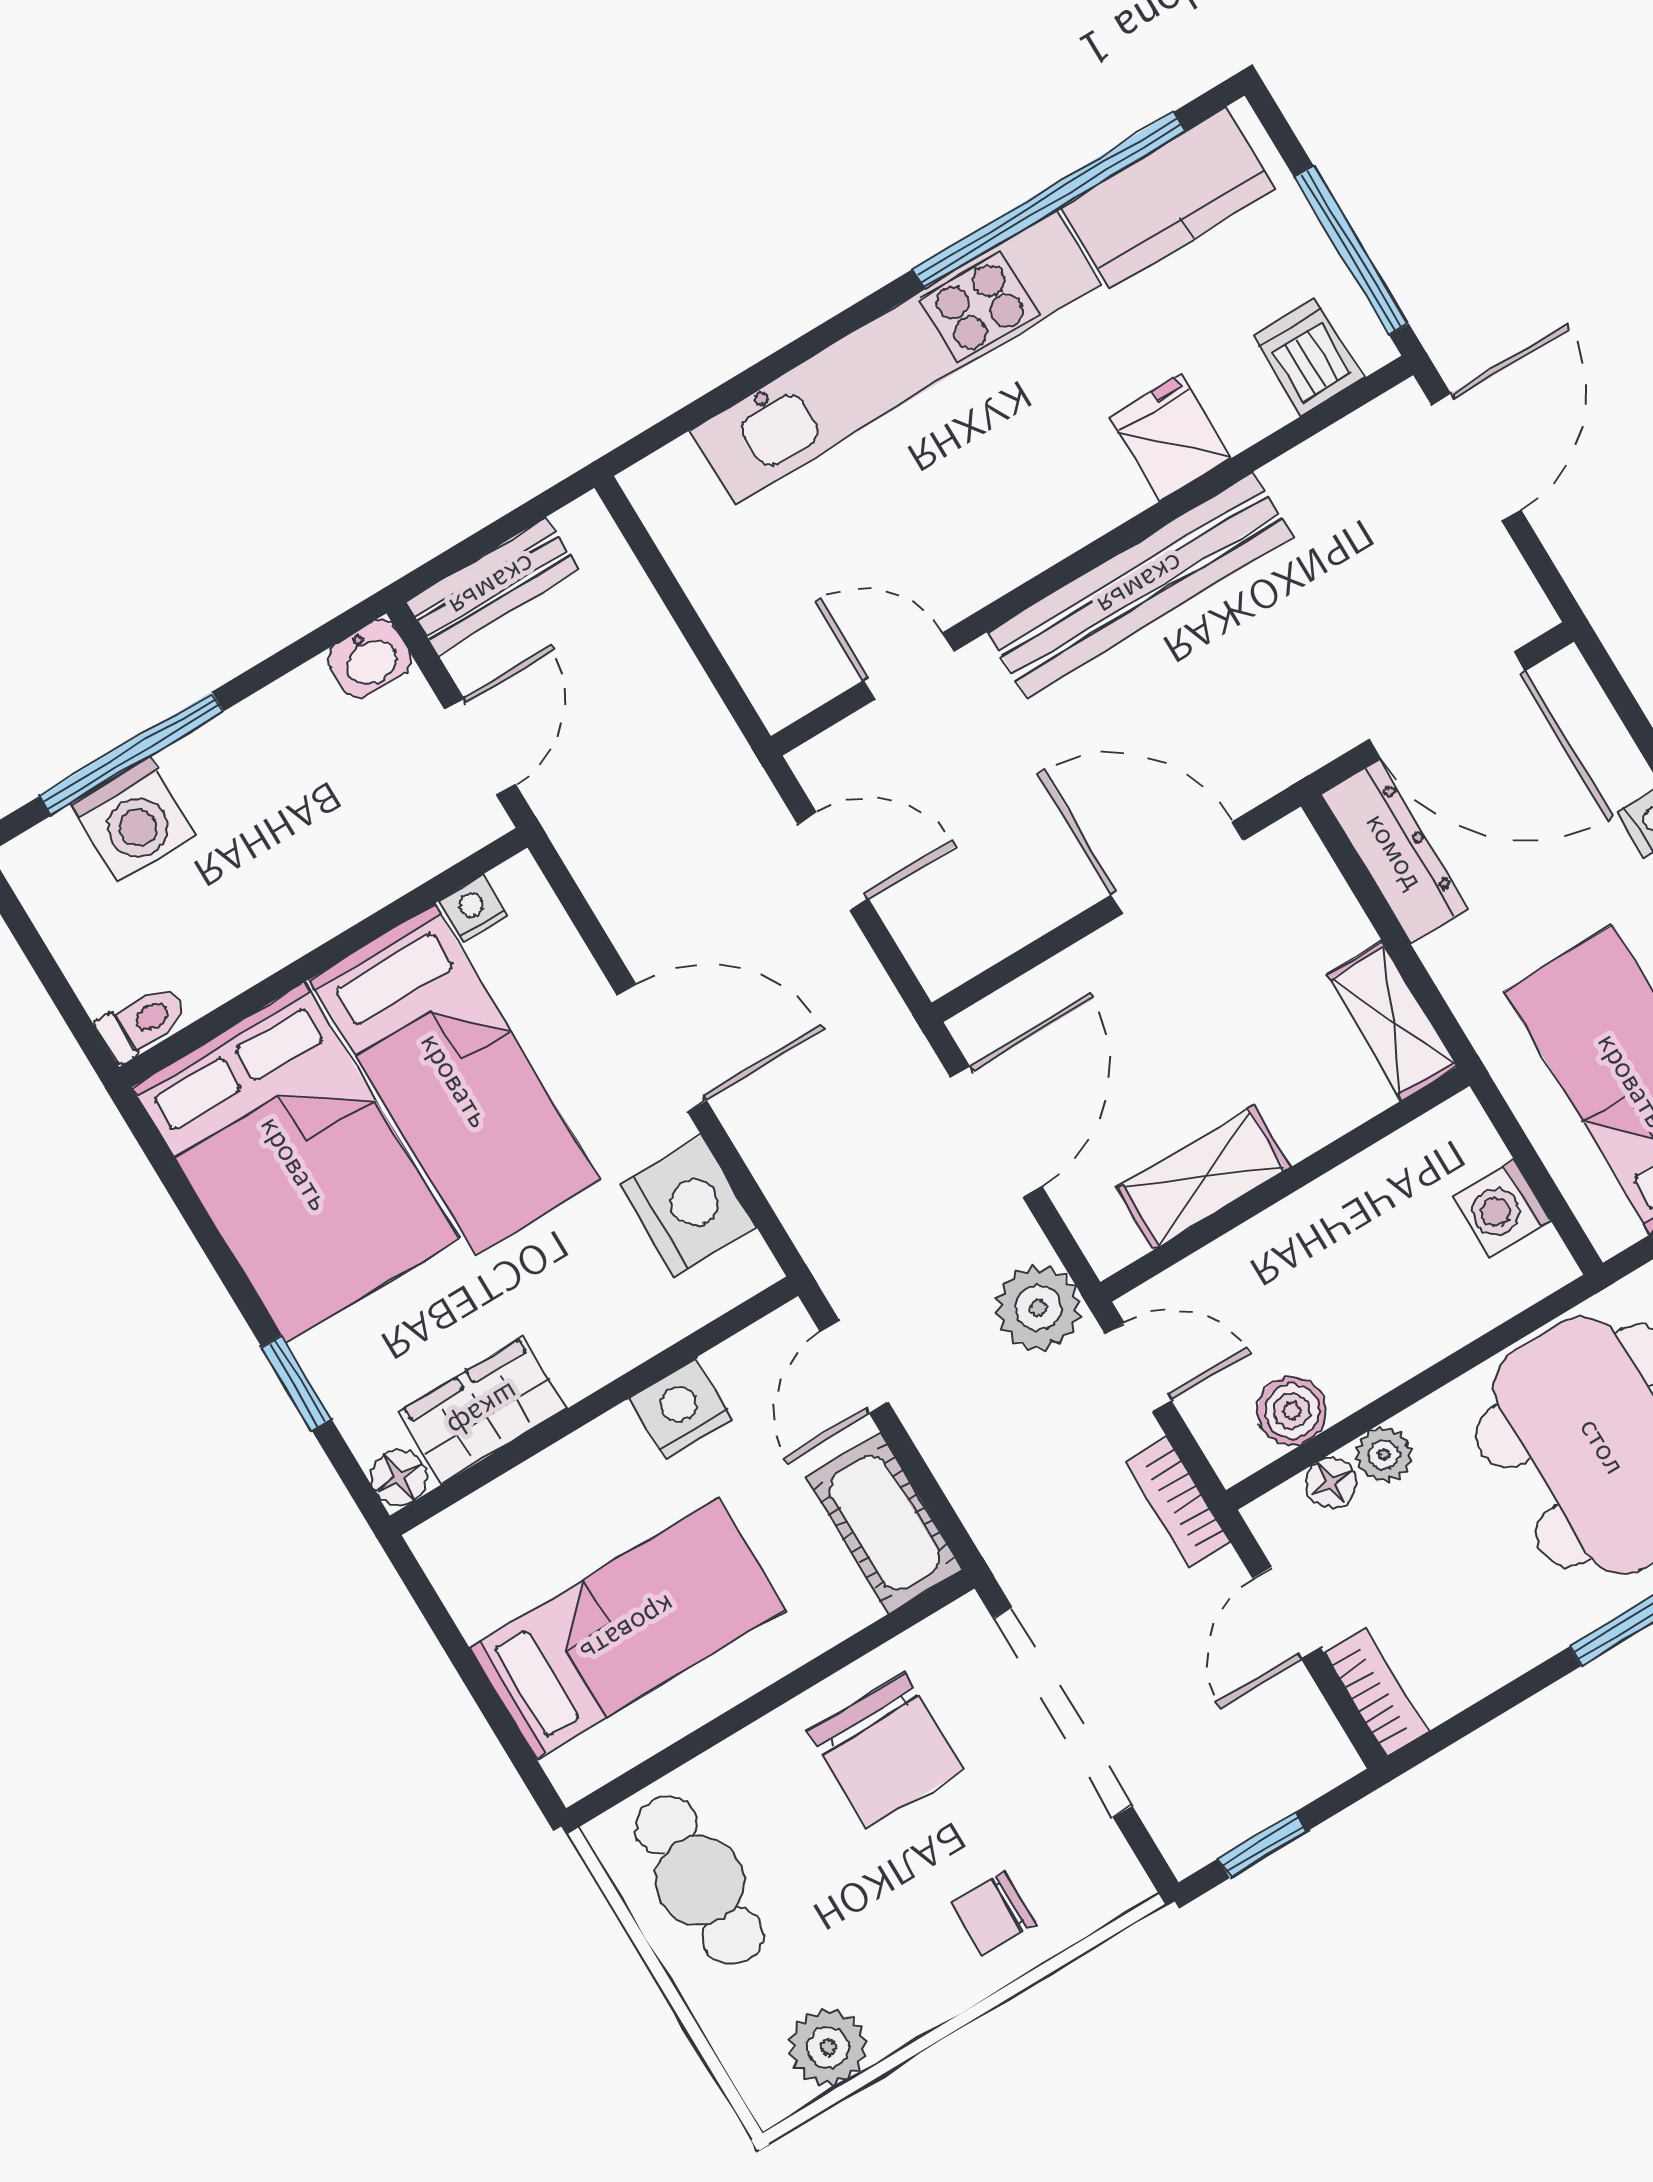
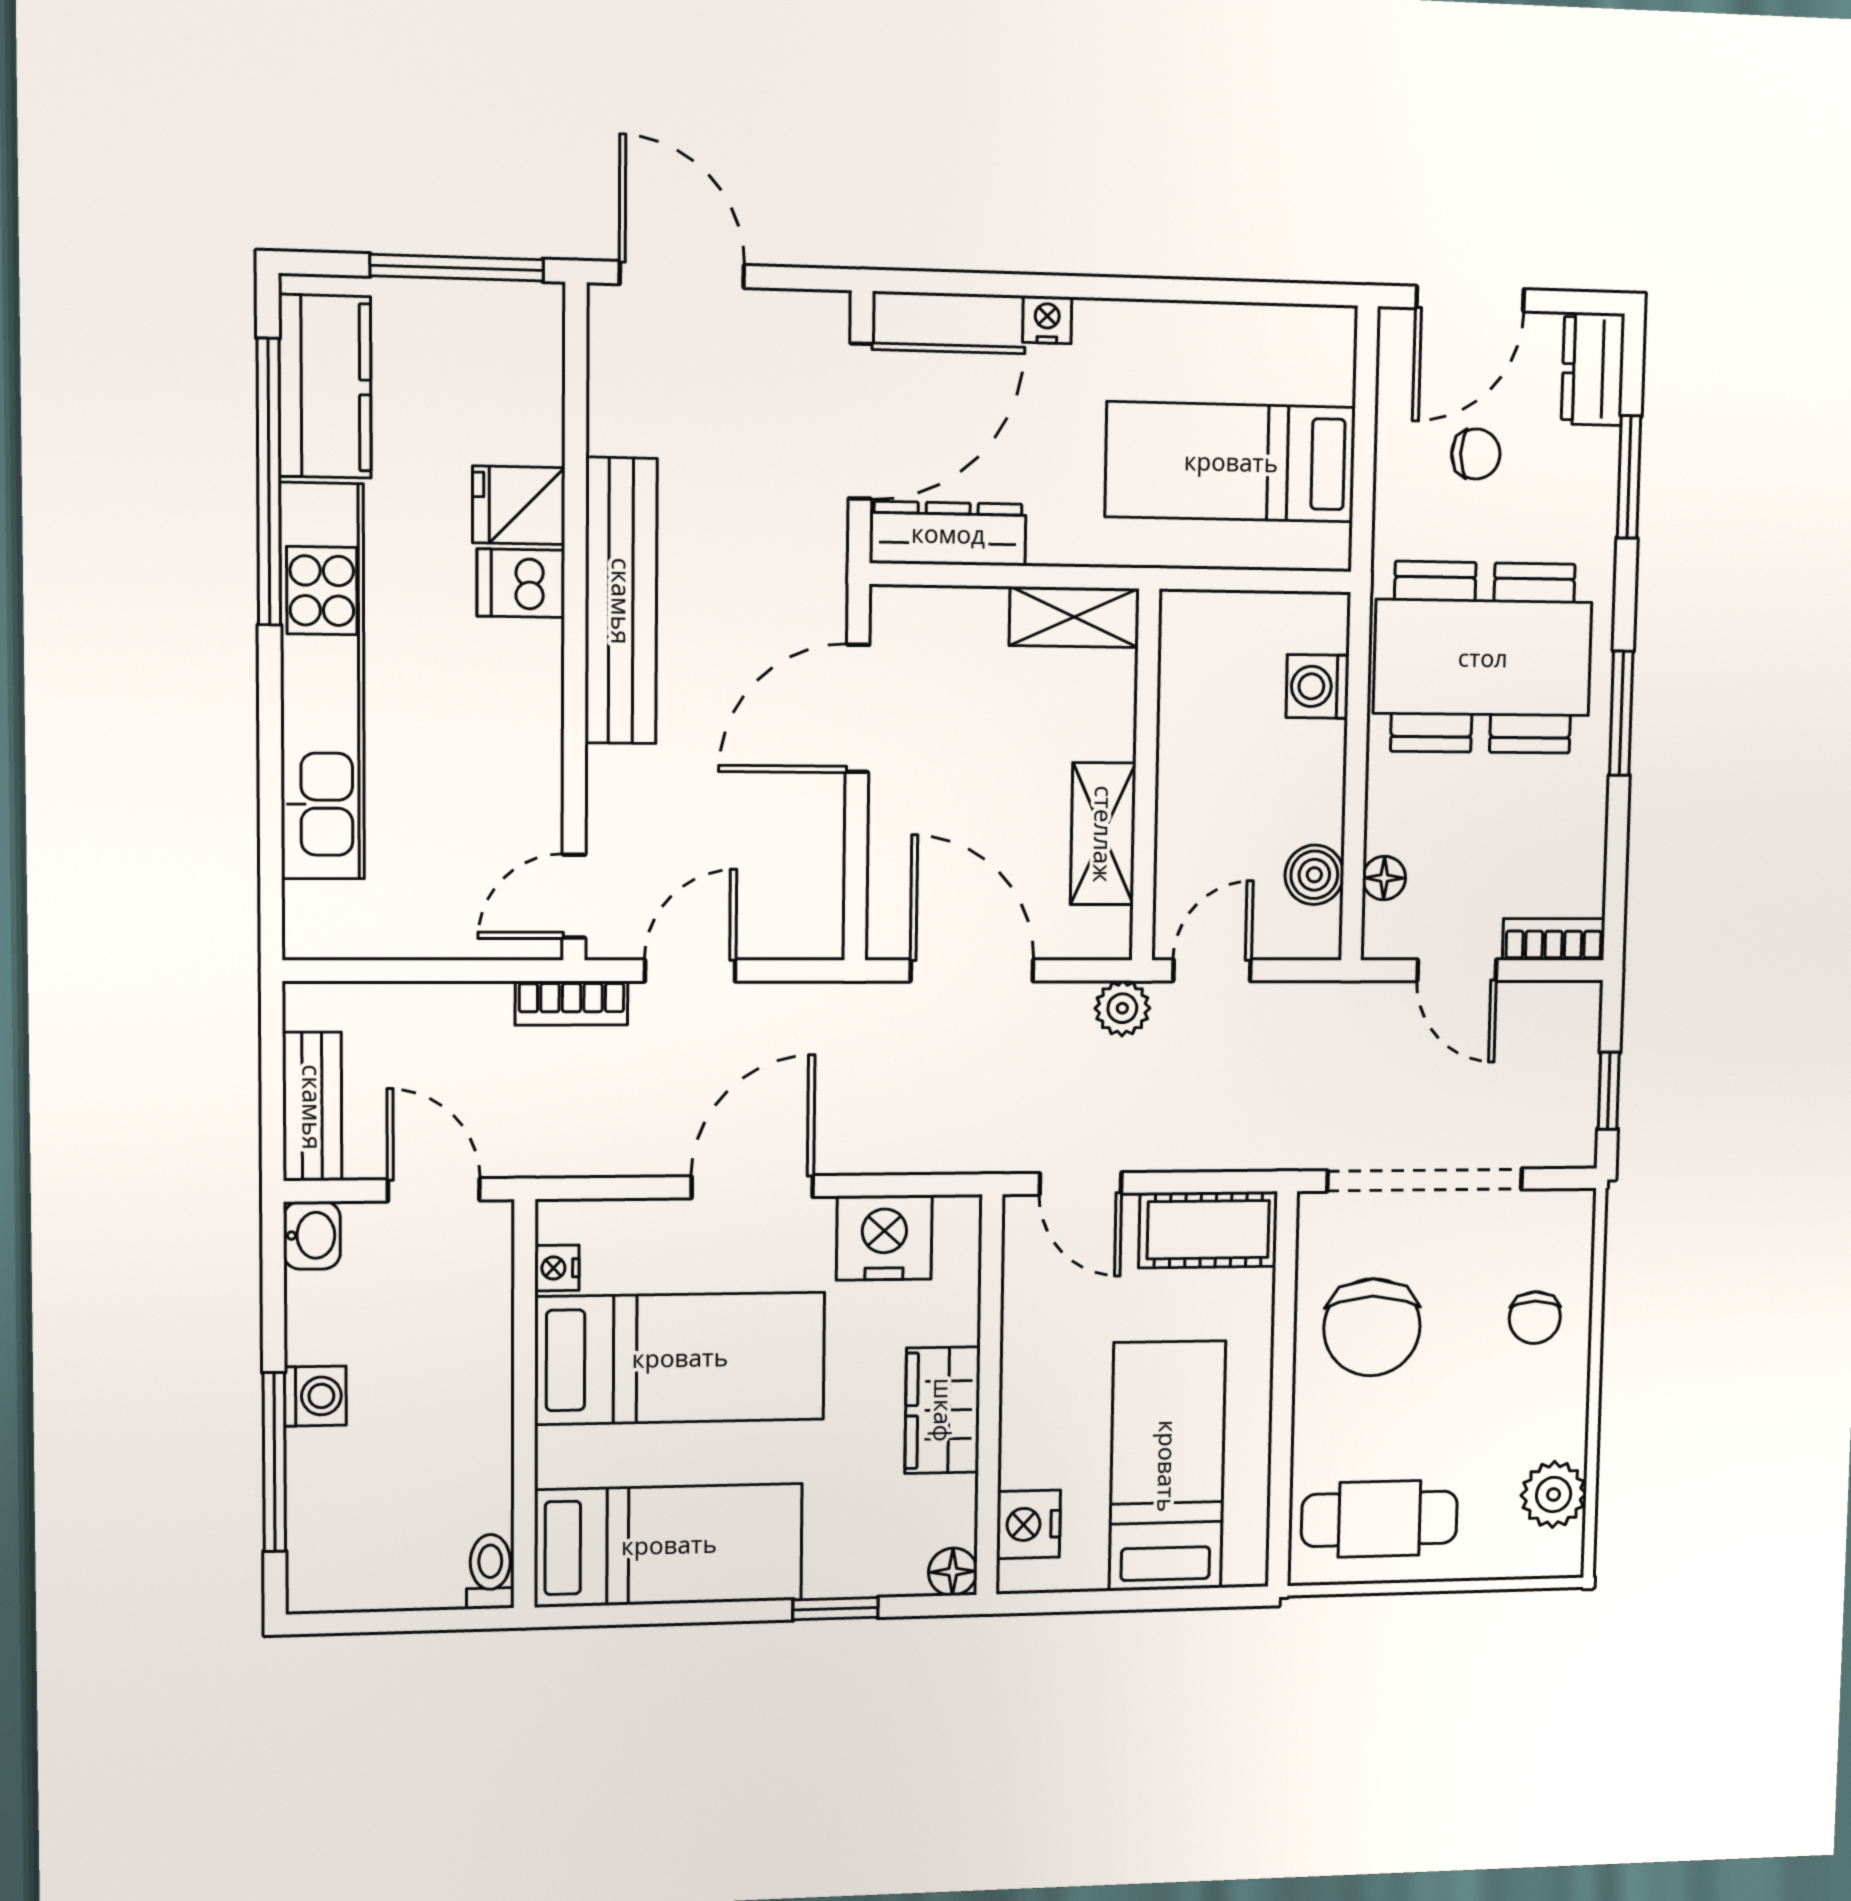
dishwasher: (1308, 357) -> (521, 583), moved
door: (908, 666) -> (574, 896), moved
washing machine: (133, 819) -> (315, 1396), moved, width x0.73, depth x0.73
bed: (295, 1163) -> (669, 1545), width x0.67
washing machine: (1502, 1208) -> (1317, 686), moved, turned 90
plant: (1038, 1308) -> (1122, 1008), width x0.73, depth x0.73
nightstand: (681, 1409) -> (1029, 1524), moved
wardrobe: (483, 1410) -> (943, 1410), moved
plant: (1384, 1455) -> (1388, 826), removed
bookcase: (1178, 1503) -> (572, 1003), moved
chair: (886, 1751) -> (1372, 1327), turned 90

